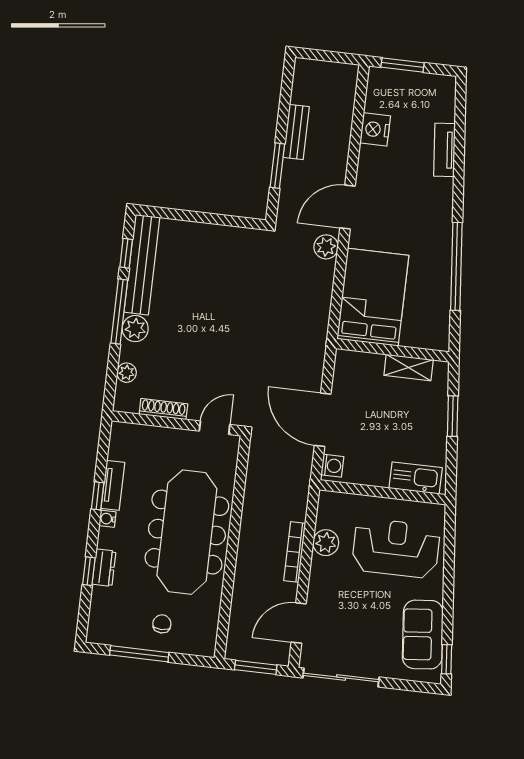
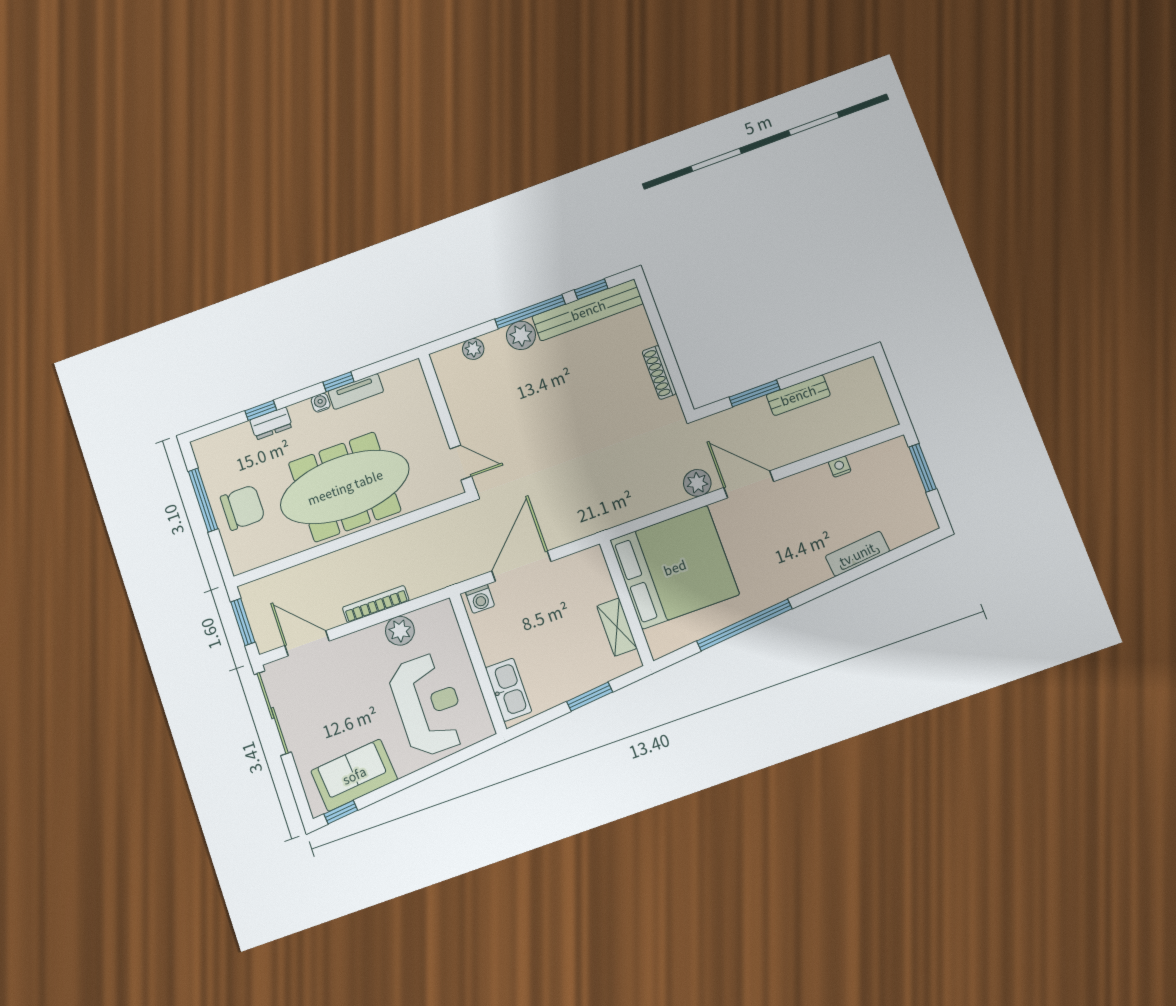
nightstand: (375, 129) -> (840, 467), width x0.53, depth x0.56
bed: (373, 297) -> (675, 567), width x1.36
shoe rack: (163, 409) -> (659, 372), moved, turned 180
chair: (162, 624) -> (243, 508), width x1.87, depth x1.87

